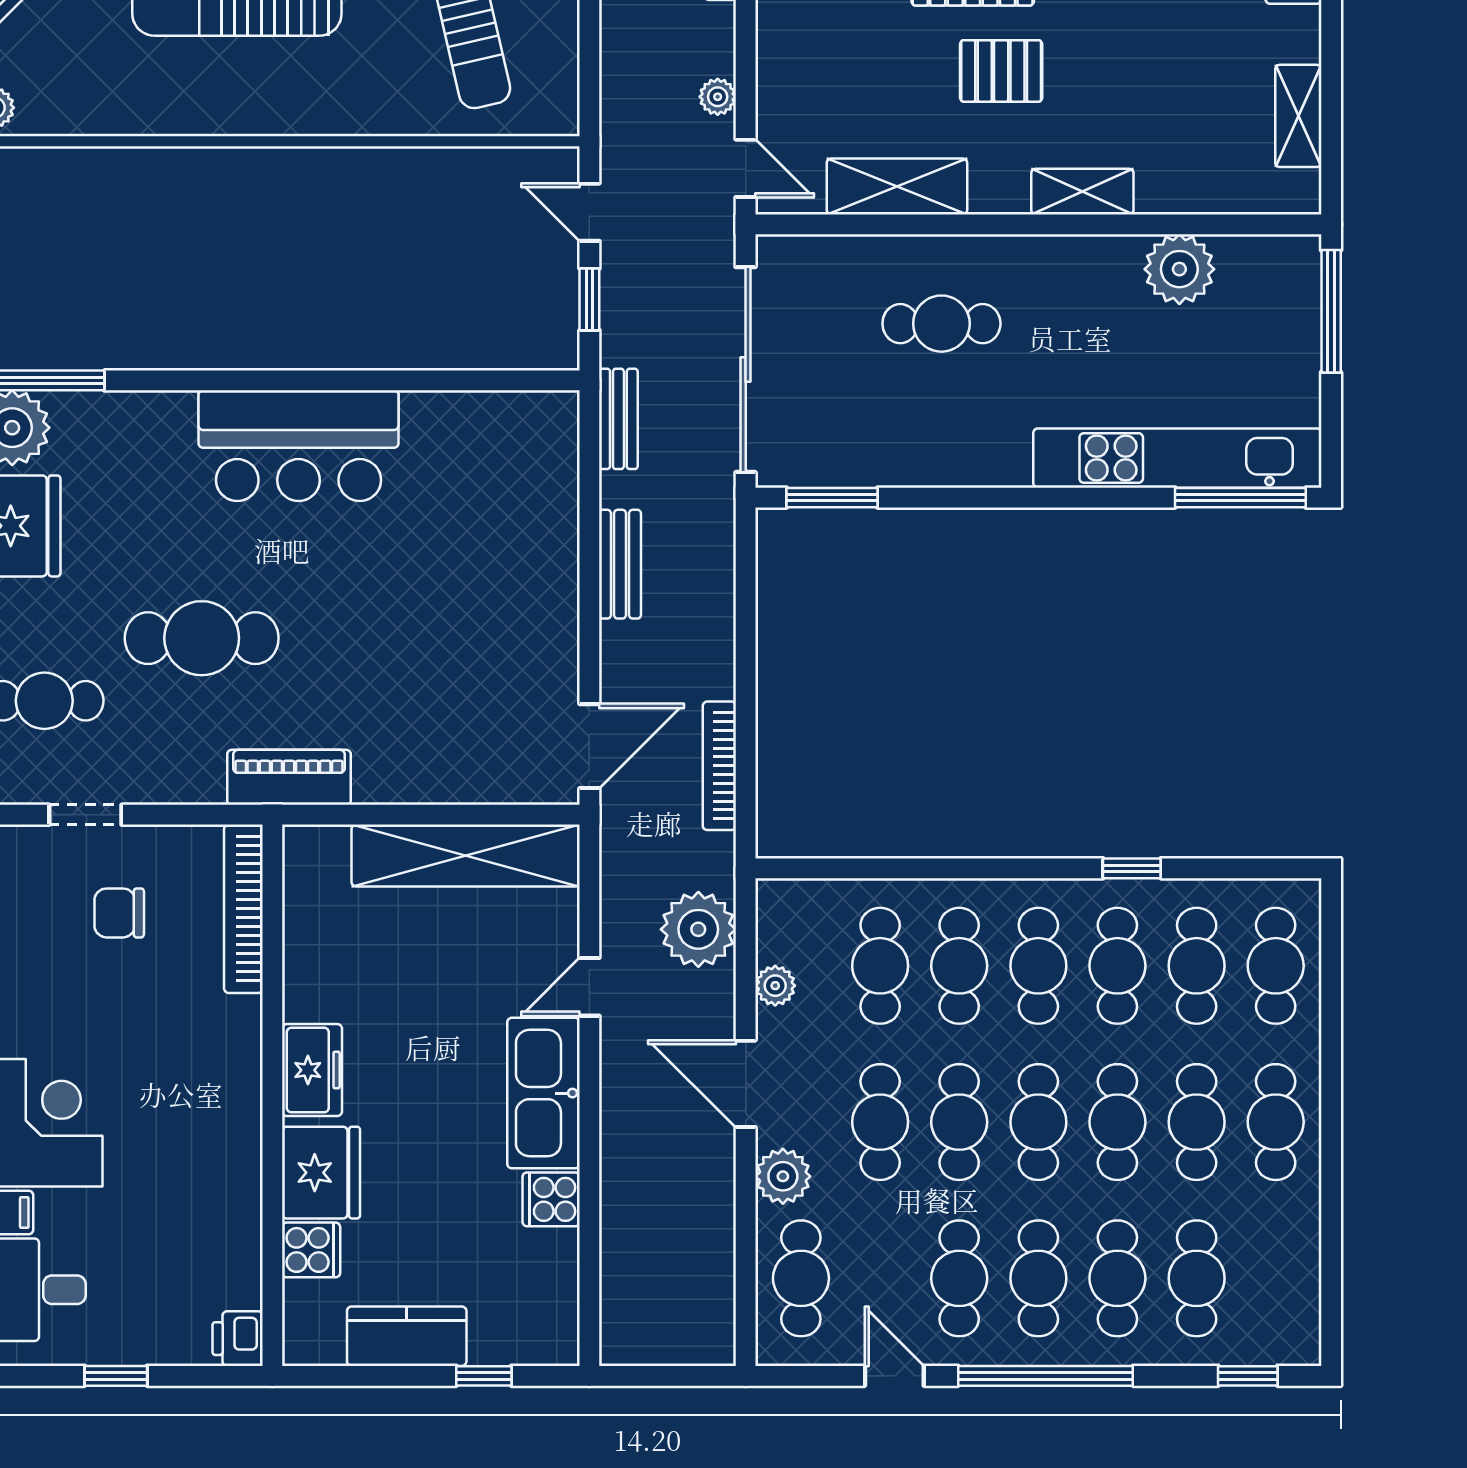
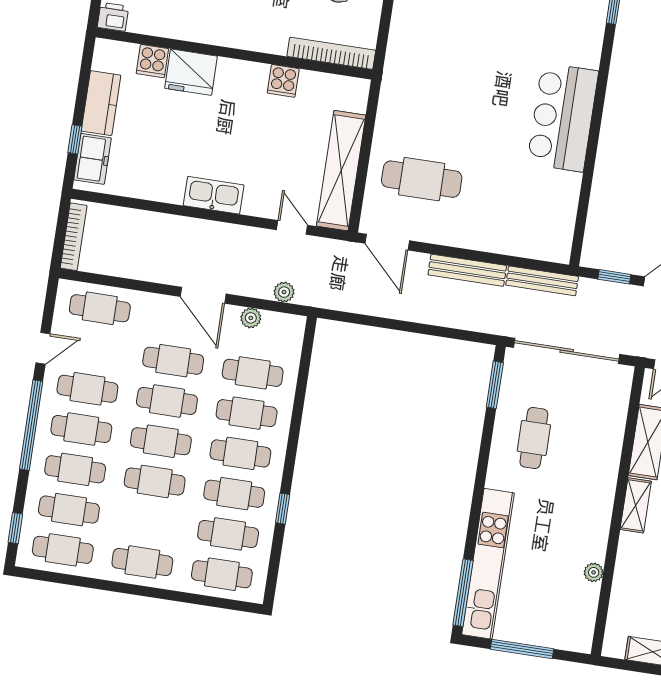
shelving: (1082, 192) -> (636, 505), moved
plant: (1179, 269) -> (594, 572), width x0.53, depth x0.53
window: (1331, 311) -> (522, 649), moved
cafe table: (941, 324) -> (534, 438), moved
bench: (618, 419) -> (542, 281), width x1.36
bench: (620, 564) -> (467, 270), width x1.36
cafe table: (202, 638) -> (422, 179), moved, turned 90
bookcase: (719, 766) -> (74, 237), moved, turned 90
piano: (289, 777) -> (395, 87), removed
plant: (698, 929) -> (284, 292), width x0.53, depth x0.53
door: (589, 987) -> (292, 227), moved
freezer: (312, 1070) -> (93, 159), moved, turned -90
door: (746, 1084) -> (203, 295), swing flipped
kitchen sink: (543, 1093) -> (214, 195), width x0.73, depth x0.81
cafe table: (1197, 1122) -> (63, 550), moved
plant: (783, 1176) -> (153, 307), removed
cooker: (551, 1199) -> (283, 81), moved, turned 180

